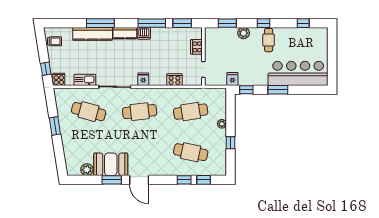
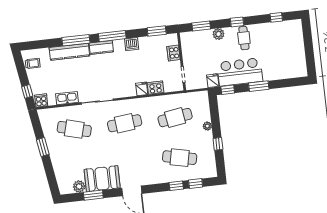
window: (152, 23) -> (112, 36), moved
dishwasher: (144, 33) -> (132, 44), moved
bar counter: (298, 73) -> (240, 72), moved, width x0.73
fridge: (143, 79) -> (142, 89), moved
window: (112, 180) -> (93, 195), moved

